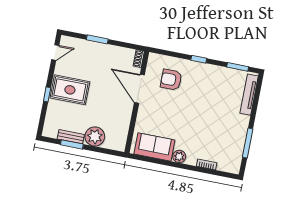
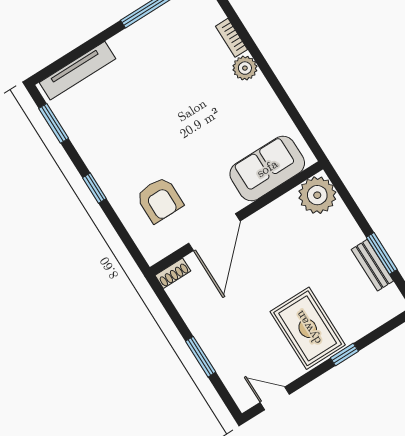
plant: (95, 136) -> (317, 195), moved
sofa: (154, 147) -> (267, 168), moved, turned 90
plant: (179, 156) -> (245, 68), moved

